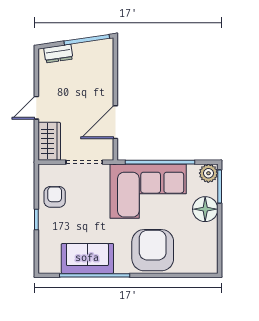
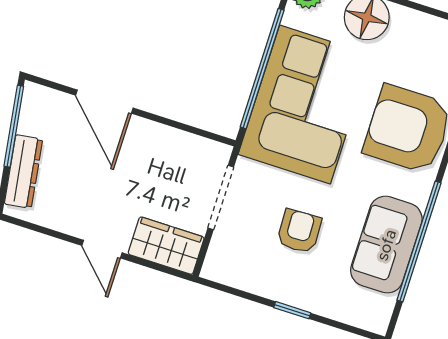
dresser: (58, 53) -> (23, 172), width x1.44
door: (115, 122) -> (104, 102), moved
armchair: (55, 197) -> (299, 231), moved, turned 88

